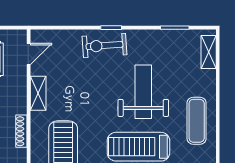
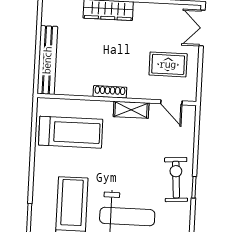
shoe rack: (21, 131) -> (110, 92), moved

